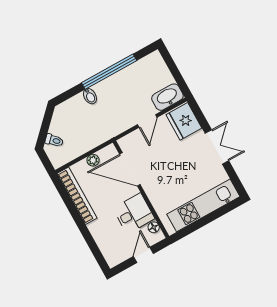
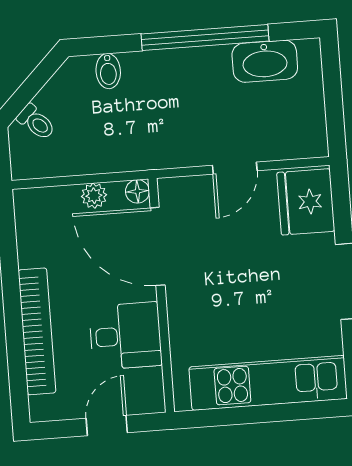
bidet: (90, 96) -> (108, 71), moved
washbasin: (167, 97) -> (265, 61), moved, turned 180
bookcase: (77, 196) -> (37, 331), moved
floor lamp: (154, 227) -> (137, 191), moved

